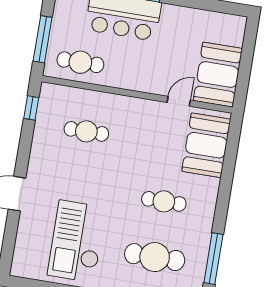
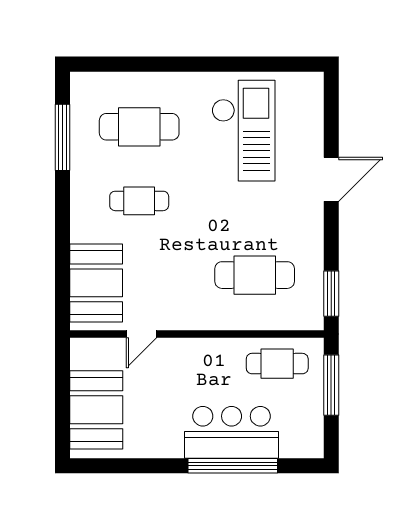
booth: (218, 75) -> (96, 410), moved
window: (31, 108) -> (331, 294), width x1.50
cafe table: (86, 131) -> (255, 275), width x1.37, depth x1.35

